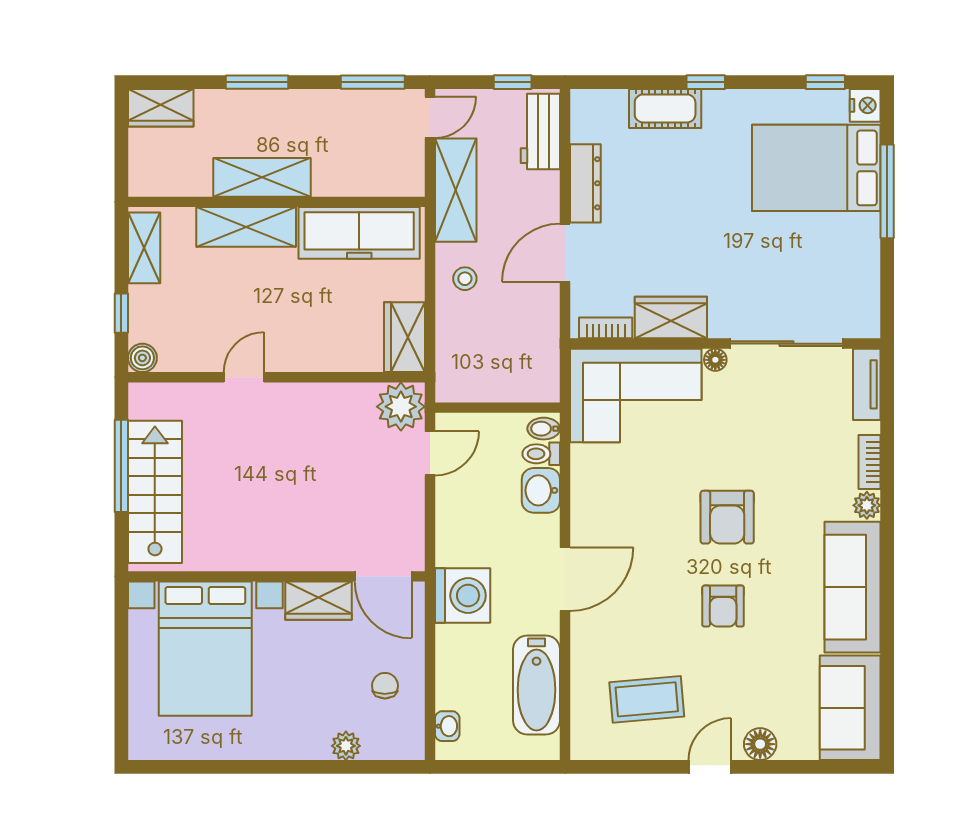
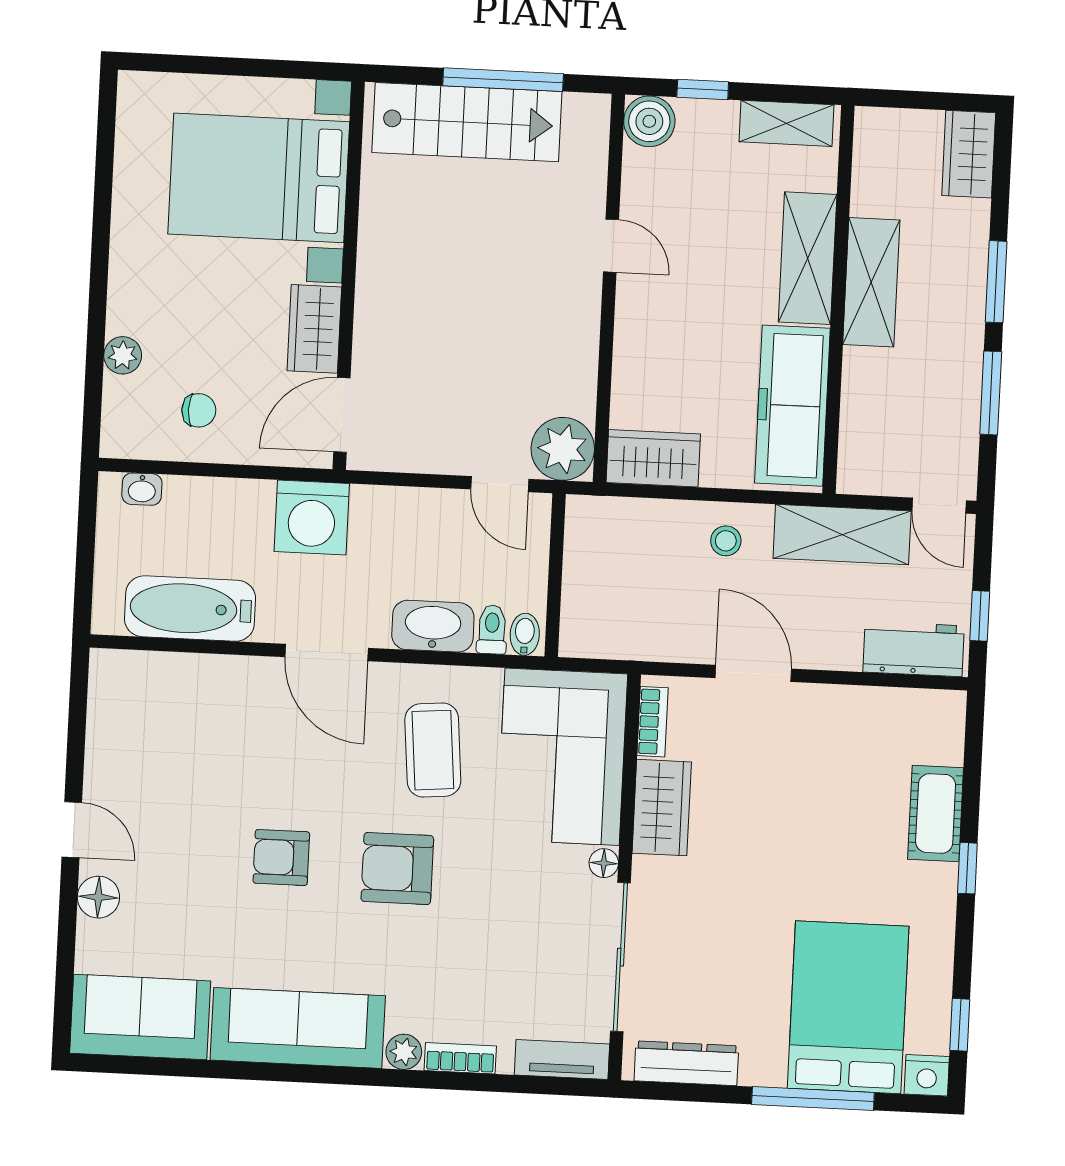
window: (373, 82) -> (991, 393), moved
dresser: (585, 183) -> (686, 1063), moved, turned 180
boiler: (142, 358) -> (649, 121), width x1.36, depth x1.36
washbasin: (541, 490) -> (433, 626), width x1.38
coffee table: (647, 699) -> (433, 750), moved

